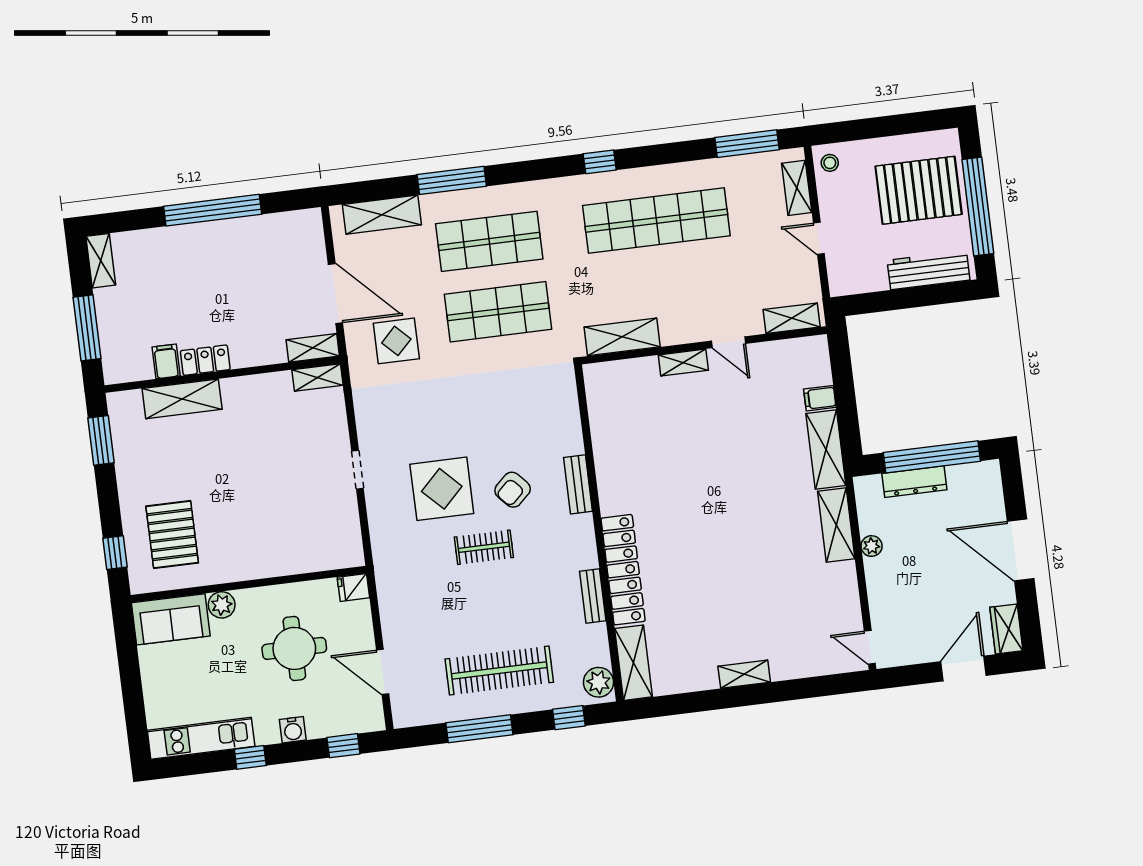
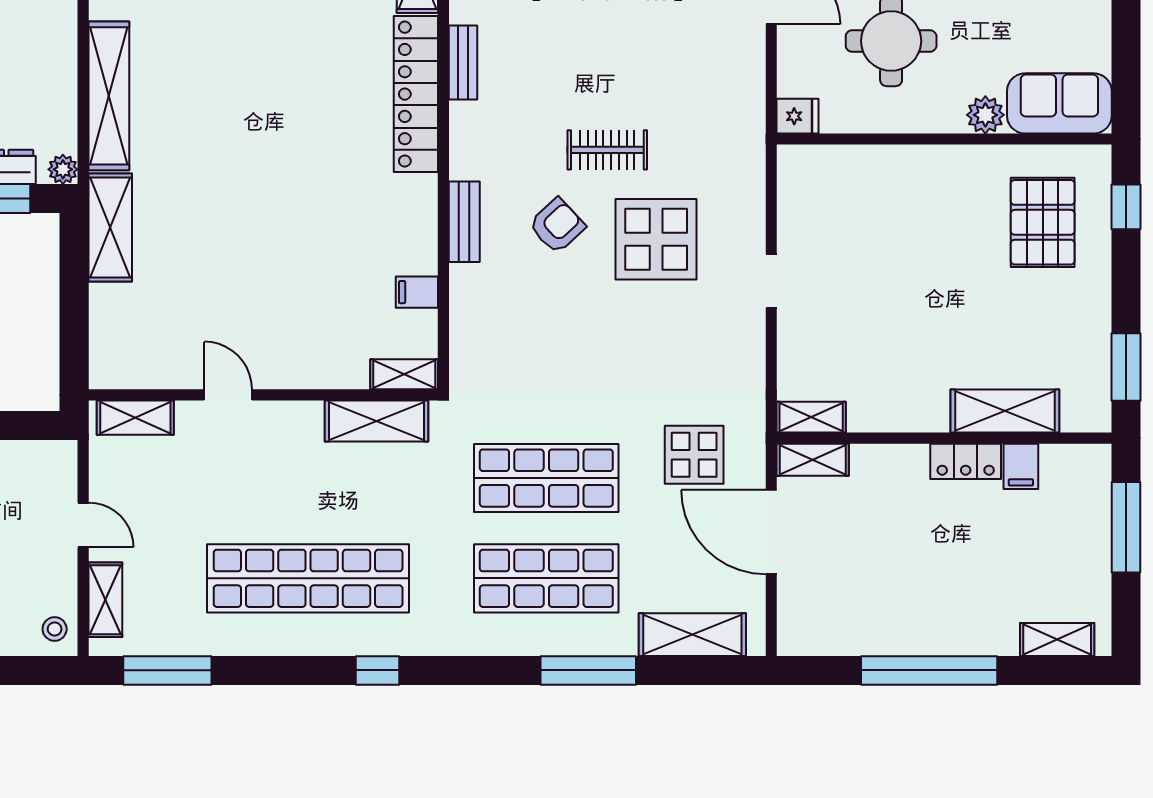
shelving: (101, 261) -> (1057, 639), moved, turned 90
shelving: (683, 363) -> (404, 374), moved
filing cabinet: (820, 398) -> (417, 292), moved, turned 180
shelving: (836, 525) -> (109, 96), width x1.47
plant: (872, 546) -> (63, 169), moved

